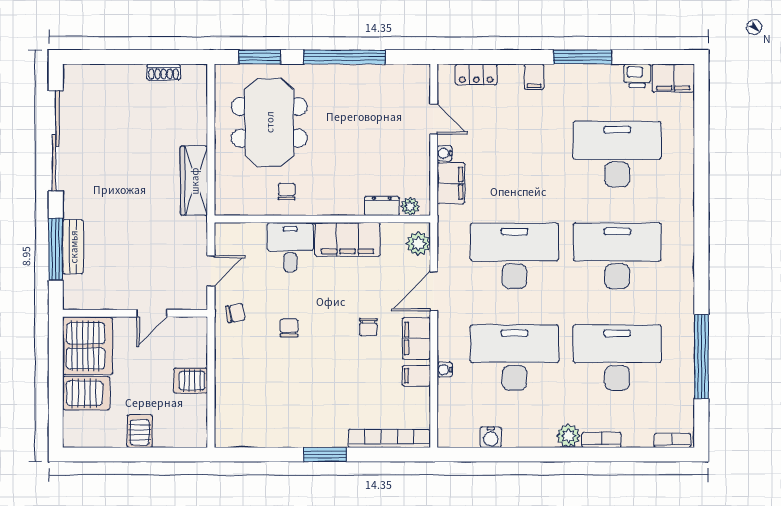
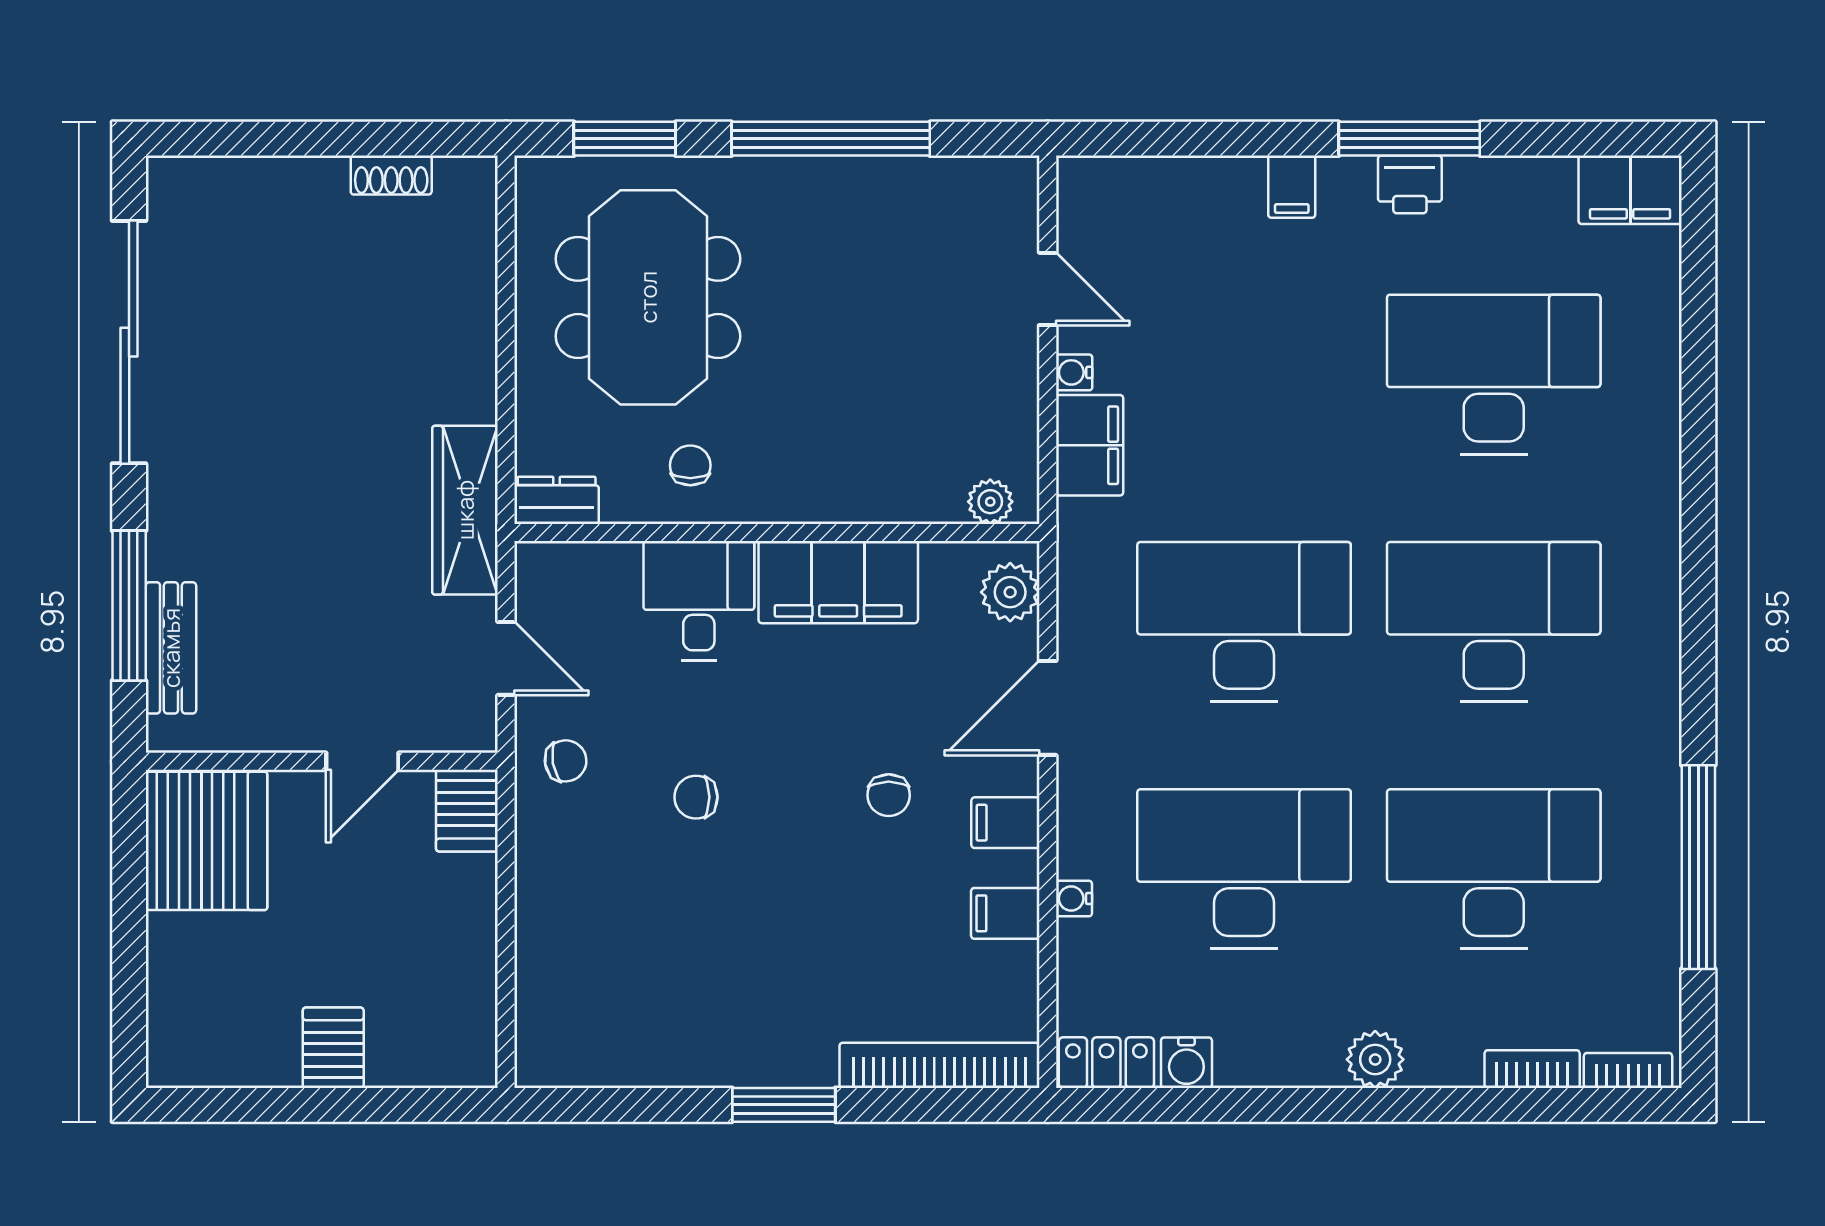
locker: (476, 74) -> (1106, 1063), moved, turned 180
printer: (637, 76) -> (1410, 184), moved
wardrobe: (194, 181) -> (465, 510), moved
dresser: (382, 206) -> (557, 500), moved
bench: (73, 247) -> (171, 648), moved
door: (211, 271) -> (506, 658), hinge flipped
chair: (289, 328) -> (696, 797), turned -90
filing cabinet: (416, 338) -> (1005, 823), width x0.50
server rack: (191, 381) -> (467, 811), moved, turned -90
server rack: (86, 393) -> (203, 955), removed
bookcase: (602, 440) -> (1532, 1069), moved

